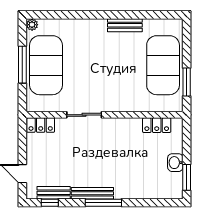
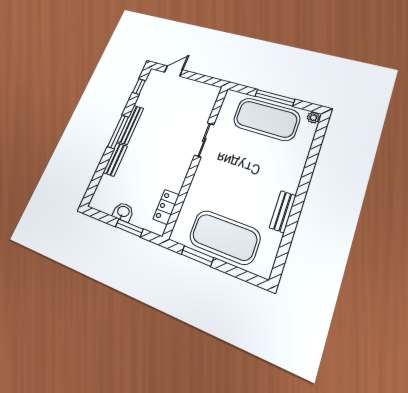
locker: (41, 125) -> (210, 98), removed
window: (187, 177) -> (129, 228), moved
bench: (54, 193) -> (115, 159), moved

